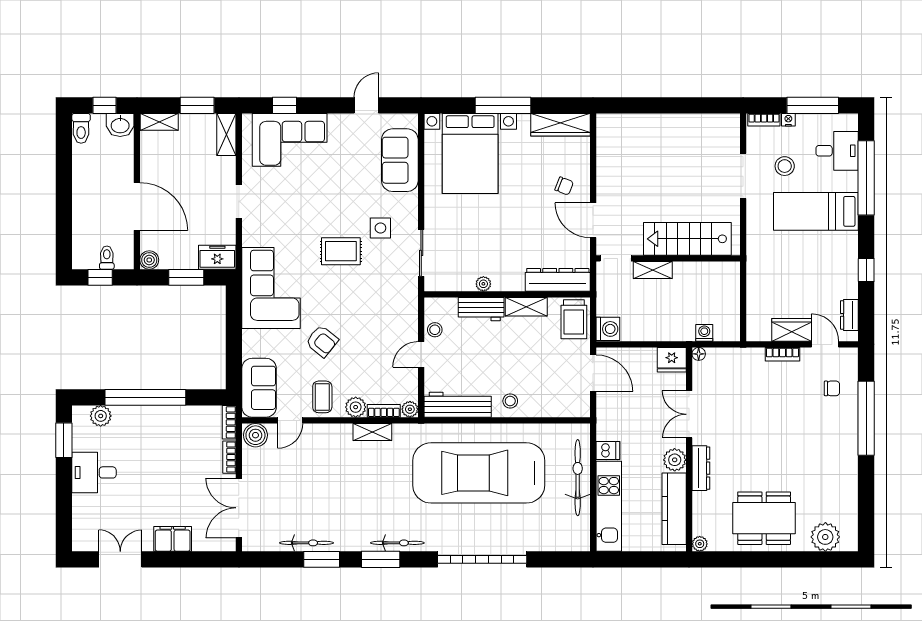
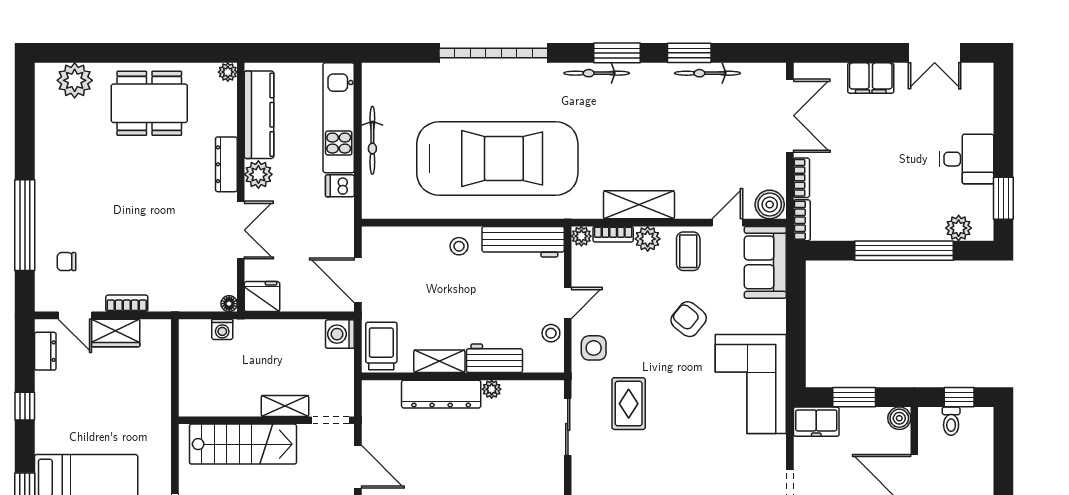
side table: (380, 228) -> (594, 348), moved
rug: (341, 251) -> (629, 404), moved, turned 90
dresser: (558, 280) -> (441, 394), moved
shelving: (372, 432) -> (639, 205), width x1.50, depth x1.33
bicycle: (578, 478) -> (372, 140), width x0.73, depth x0.71

